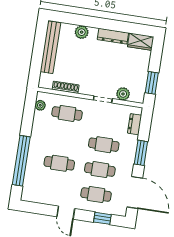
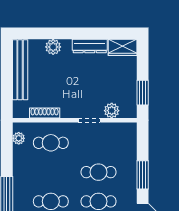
dresser: (135, 124) -> (130, 143), removed

